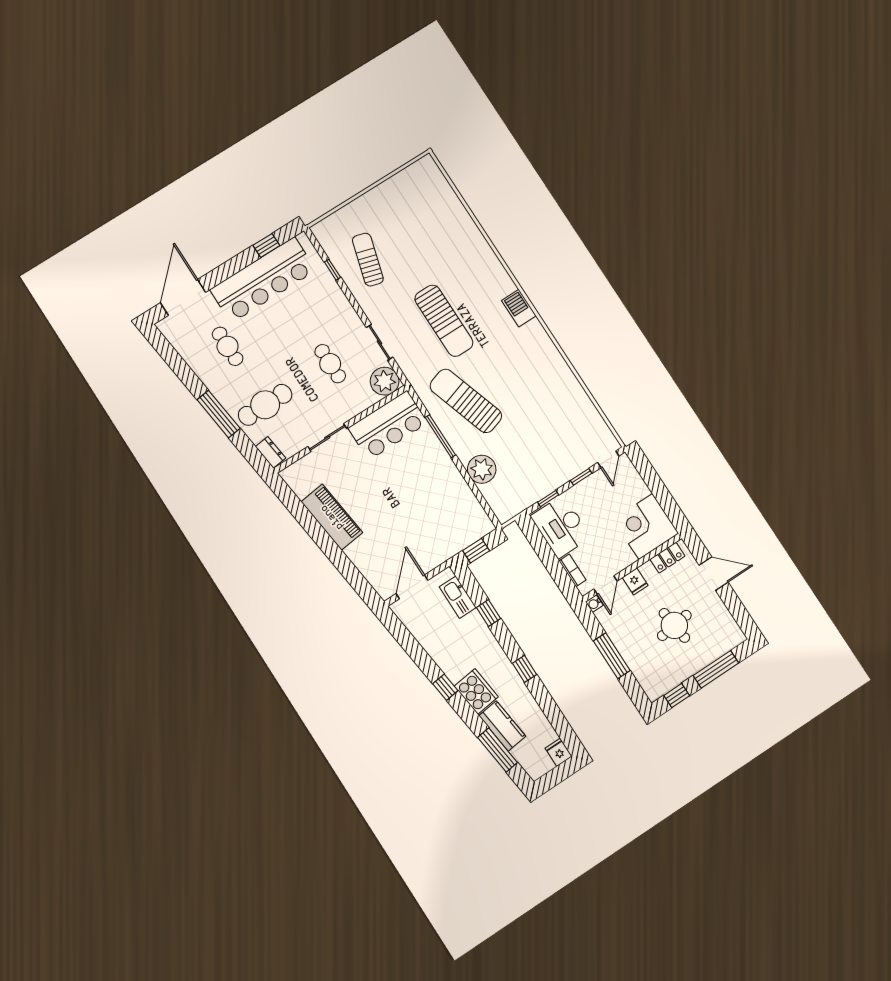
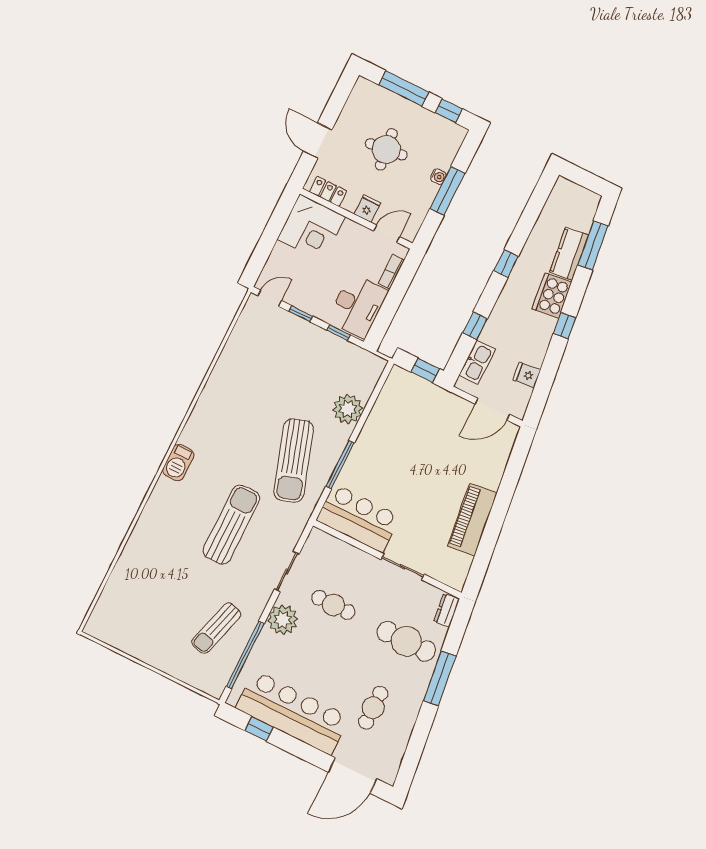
window: (332, 270) -> (245, 655), width x3.17
cafe table: (330, 364) -> (333, 605), turned 90
plant: (385, 381) -> (283, 620), moved
water cooler: (594, 604) -> (438, 177), moved
fridge: (559, 752) -> (527, 375), moved, turned 83

